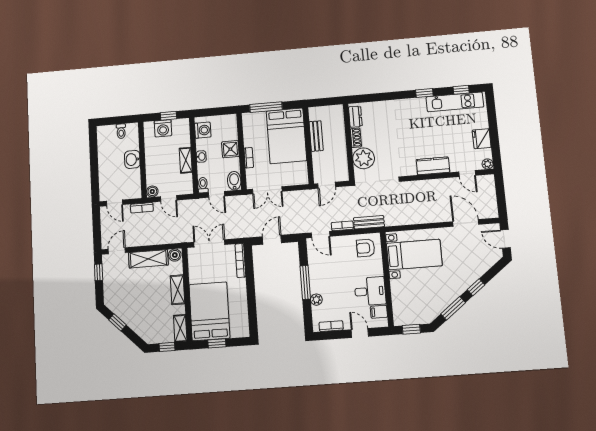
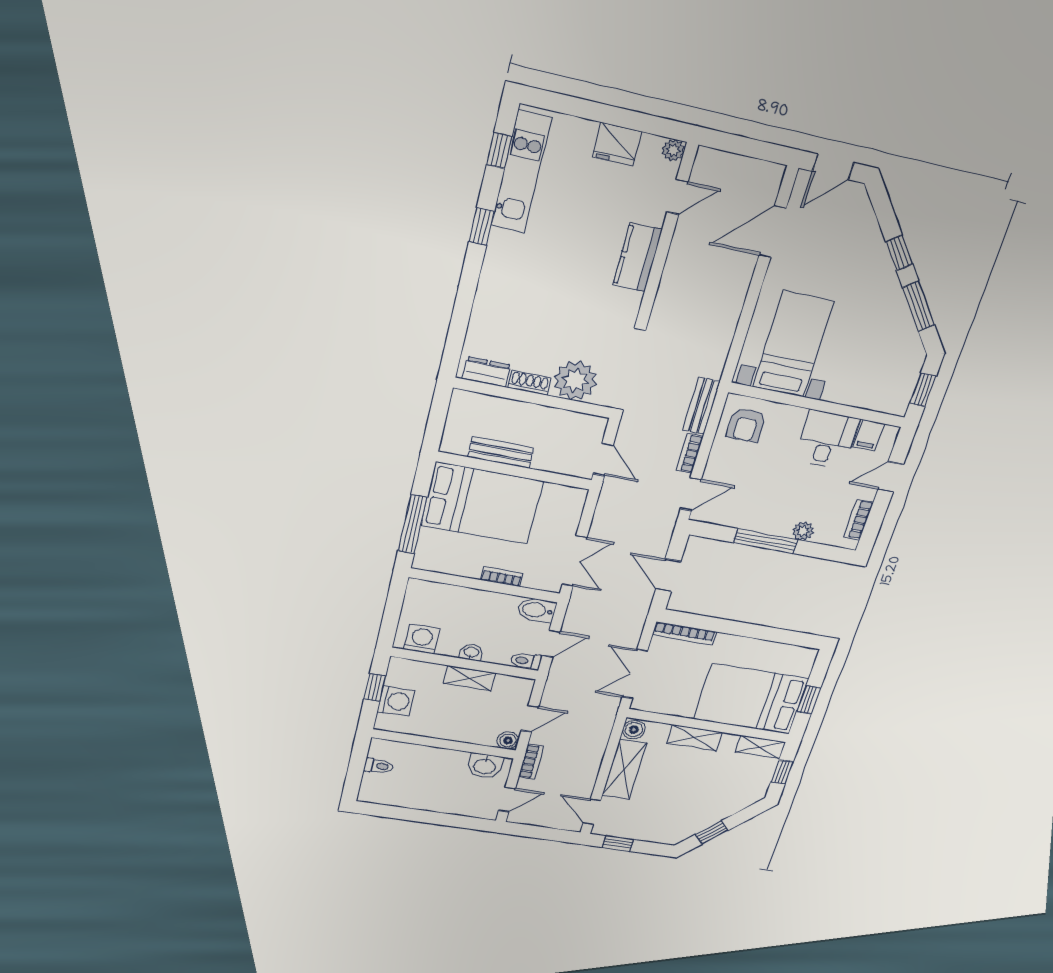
shower: (230, 149) -> (474, 603), removed
washbasin: (132, 159) -> (485, 766), moved

